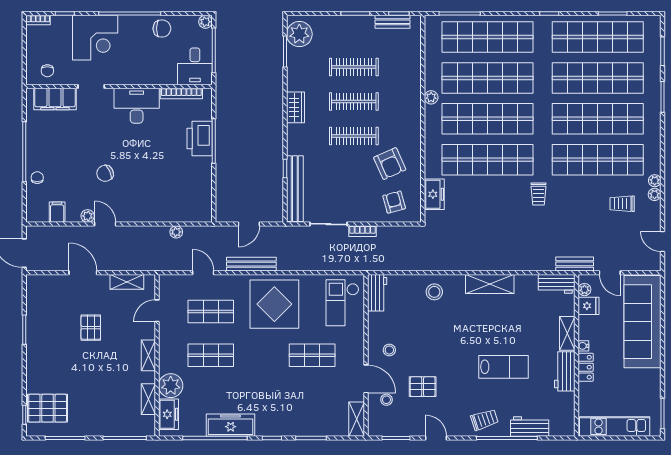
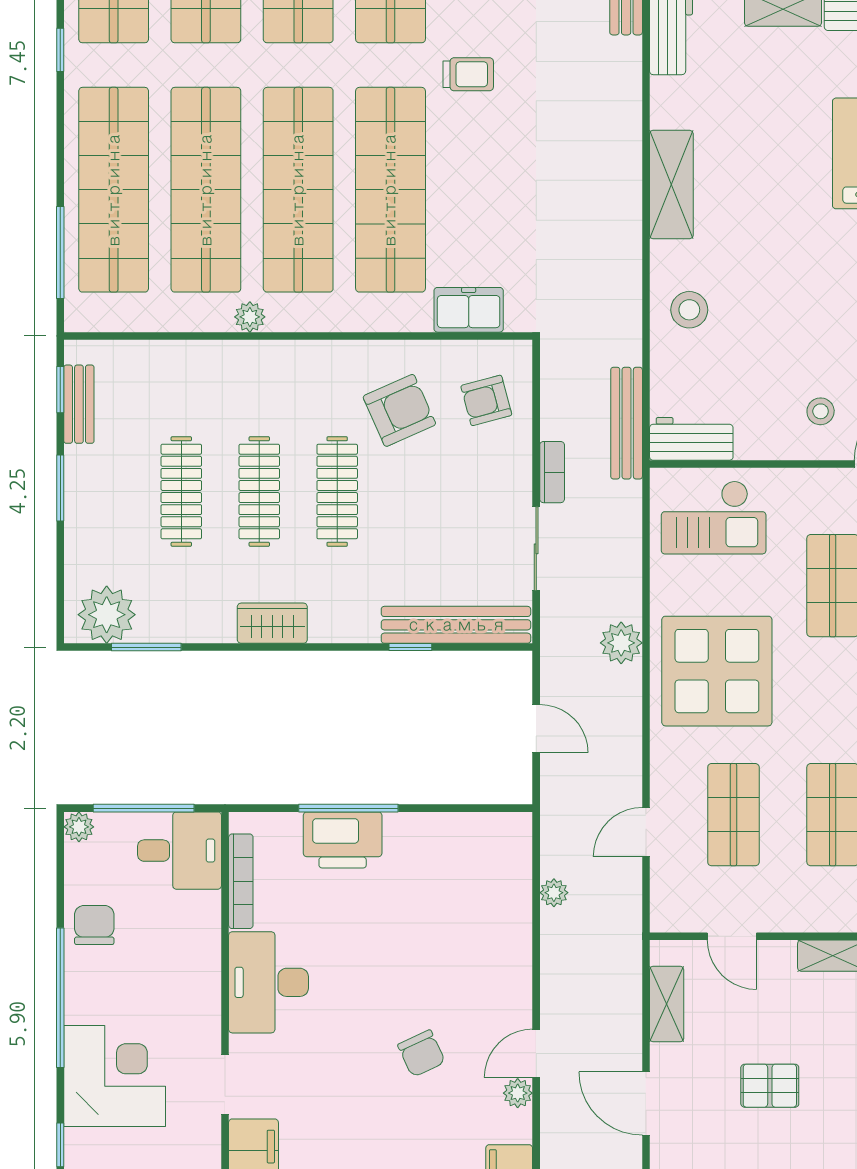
plant: (287, 262) -> (621, 643), added
bench: (251, 264) -> (627, 423), moved
door: (83, 273) -> (646, 1104), hinge flipped

